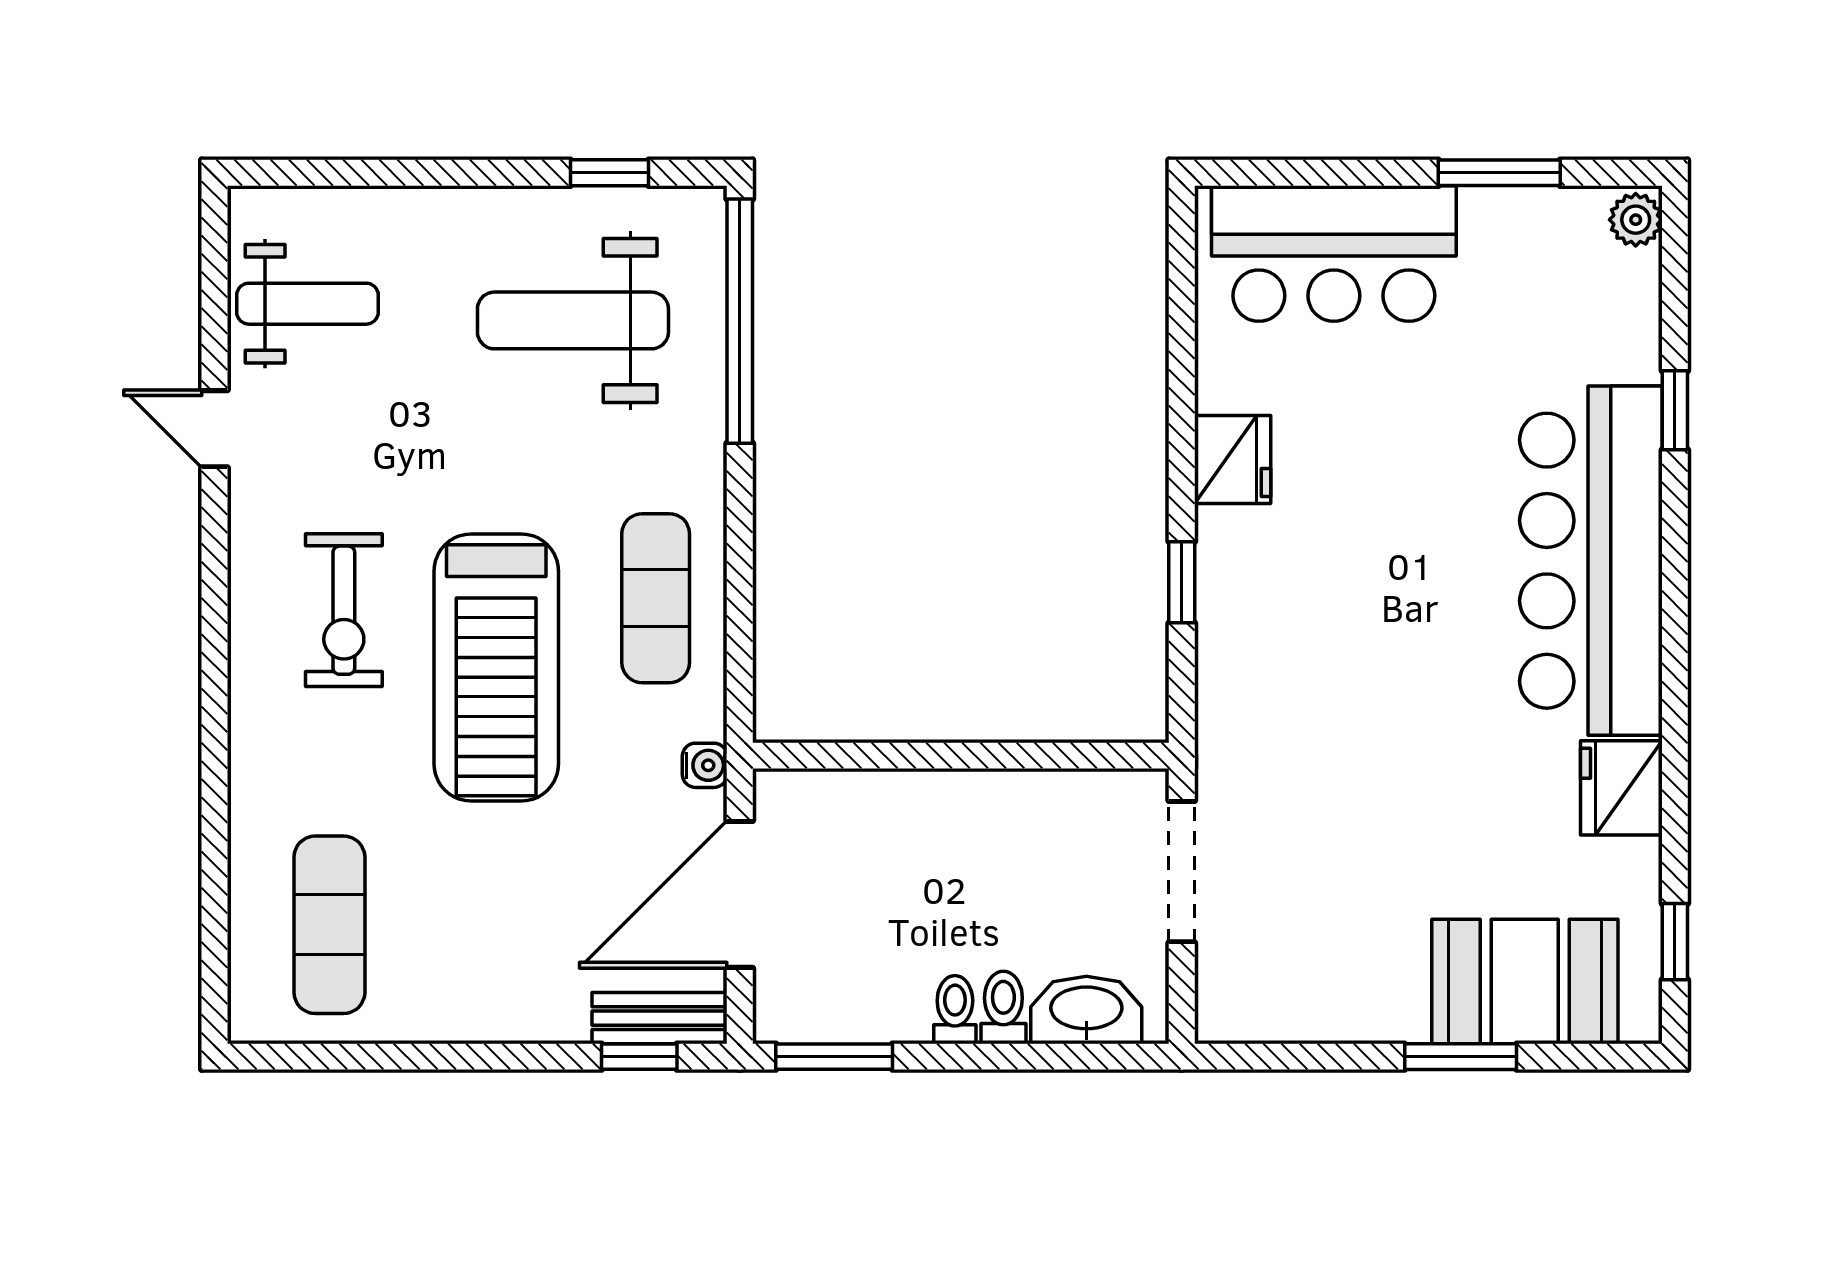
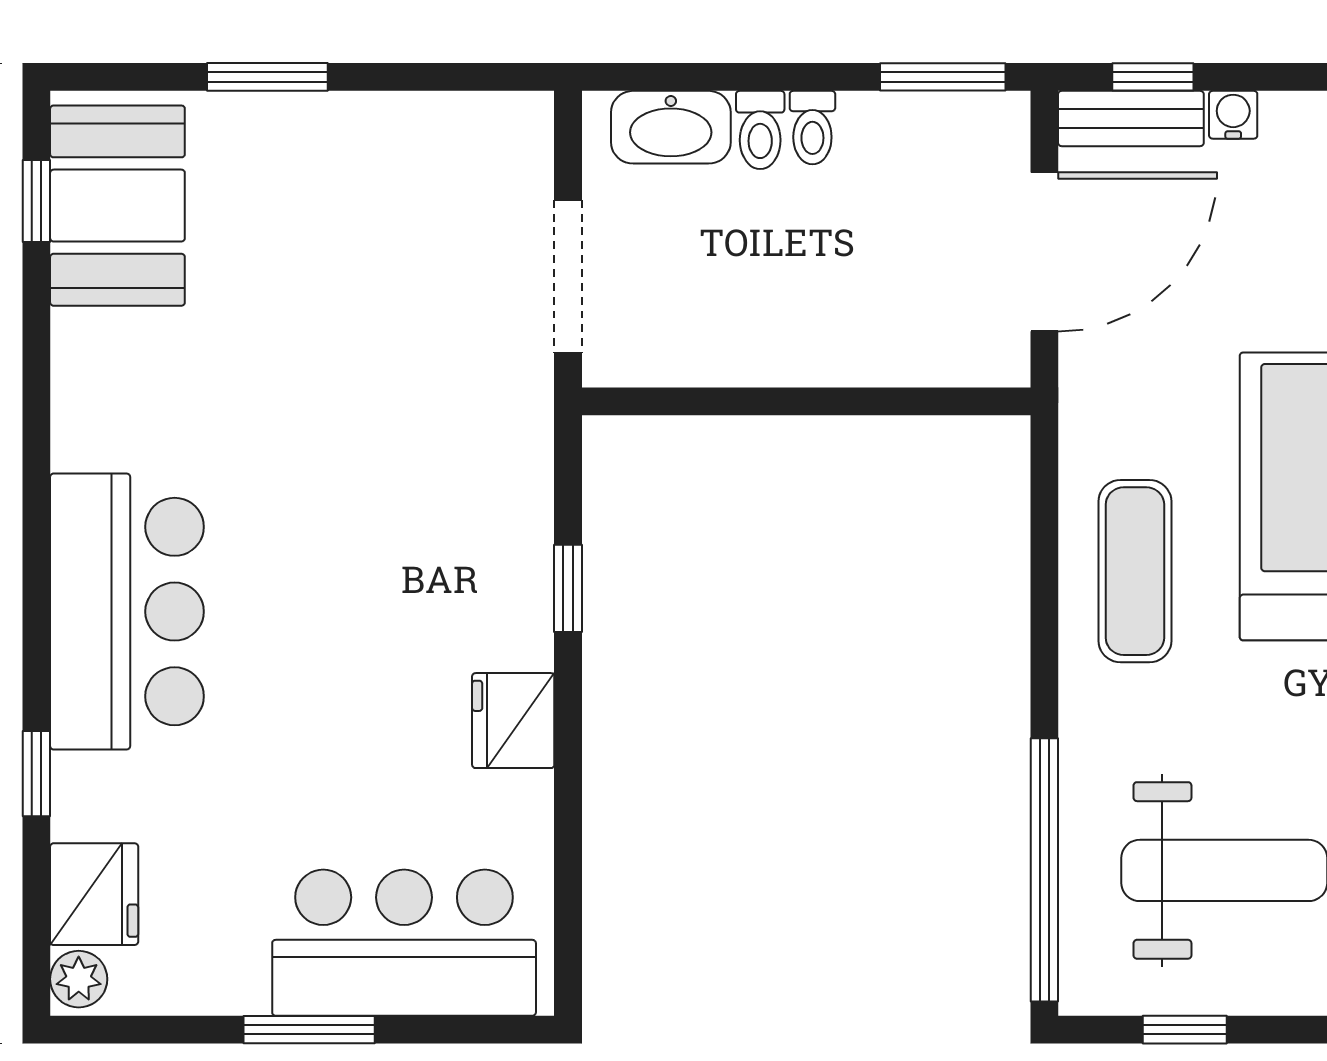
window: (1499, 173) -> (309, 1030), moved
bar counter: (1591, 561) -> (127, 612), width x0.73
water cooler: (705, 765) -> (1233, 115), moved, turned 90
fridge: (1621, 788) -> (94, 894), moved
booth: (1525, 981) -> (117, 206), moved, turned 90

